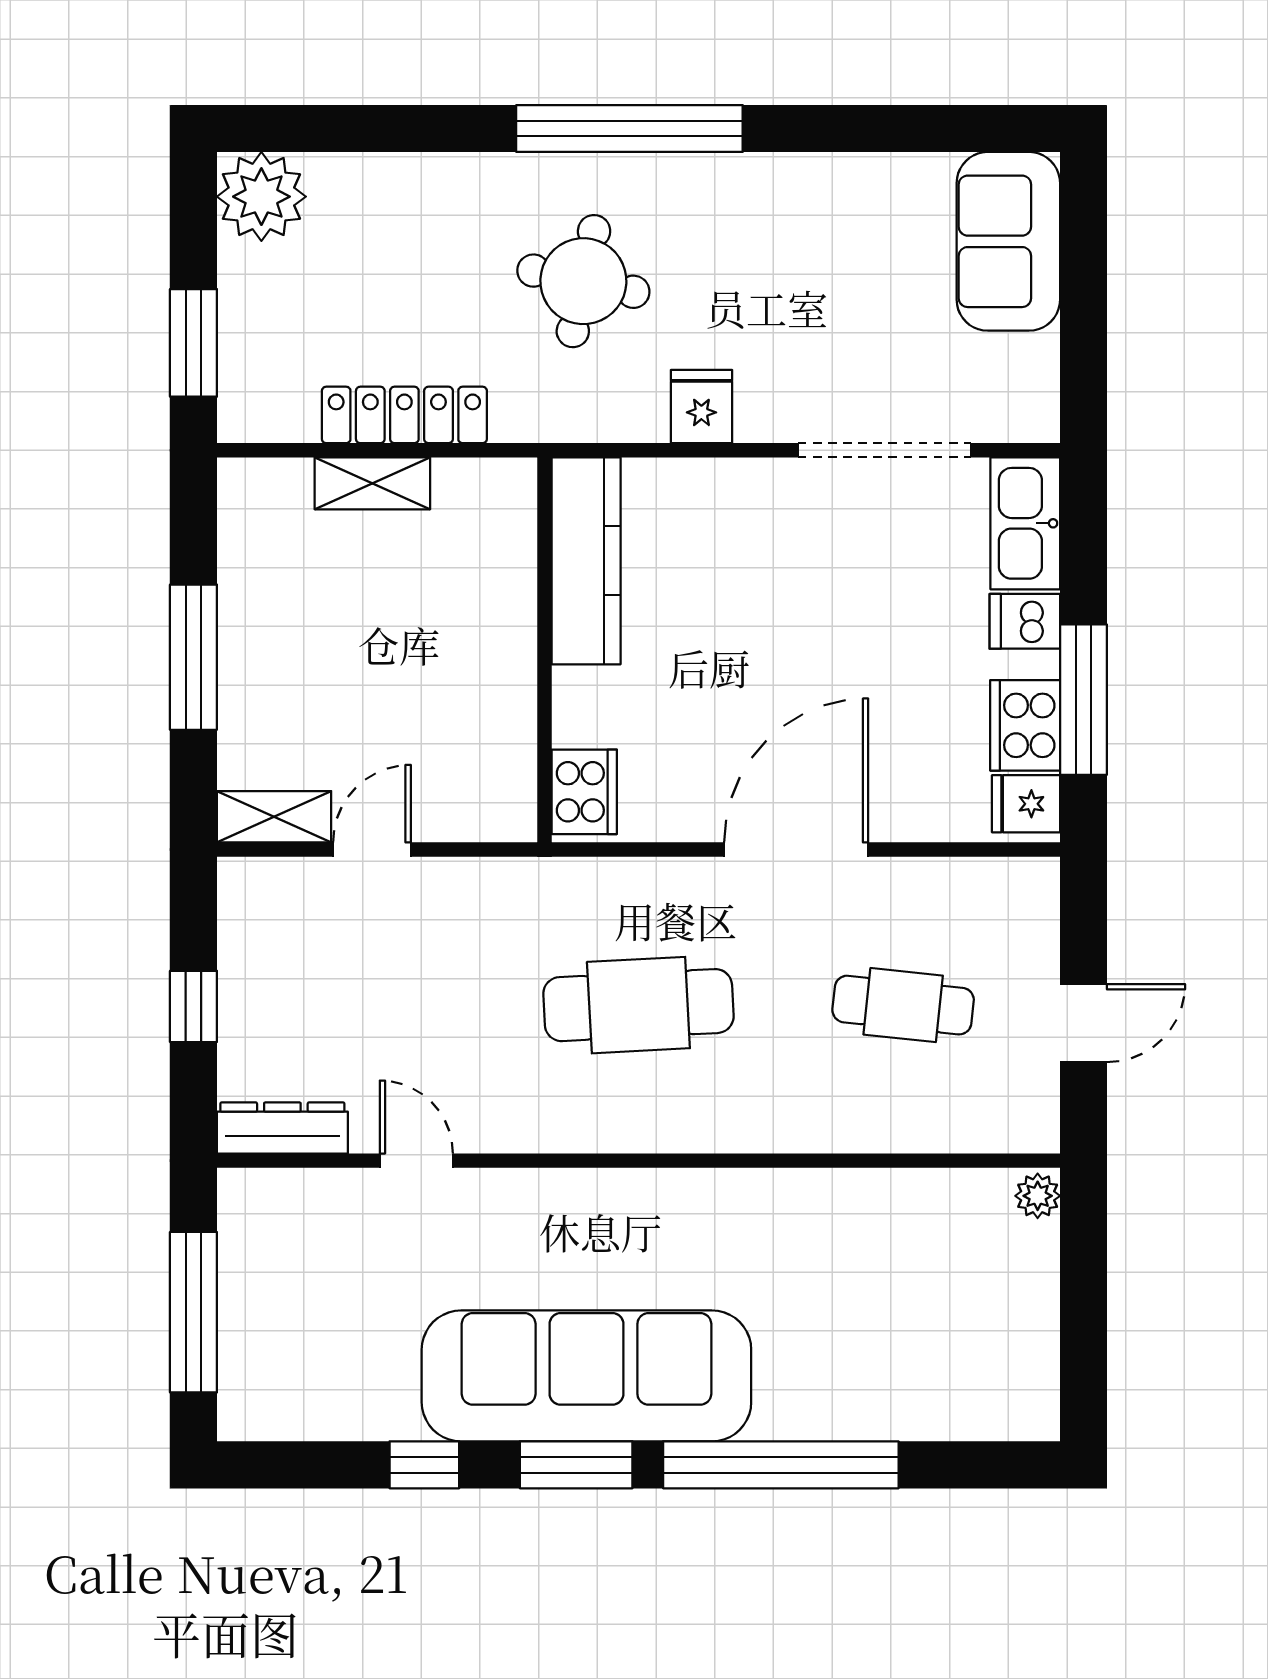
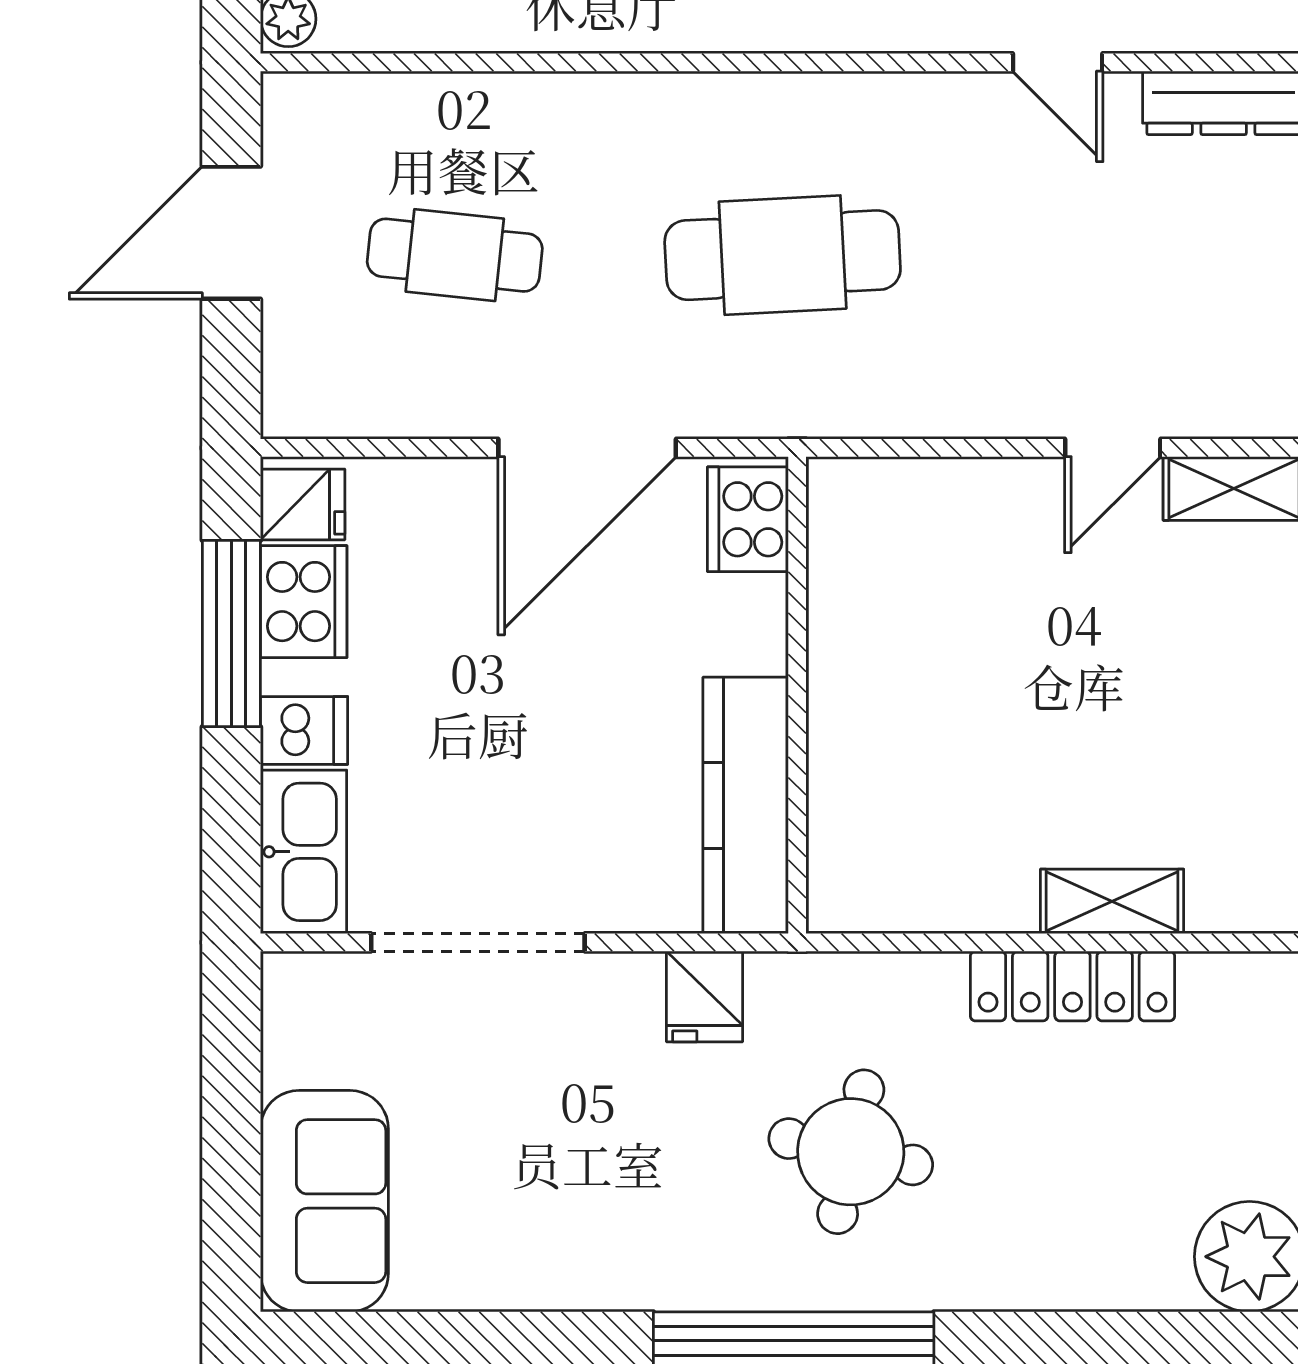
kitchen counter: (586, 561) -> (746, 805), moved
wall: (545, 650) -> (797, 695), moved
cooker: (584, 792) -> (748, 519), moved
door: (1083, 1023) -> (231, 233), width x1.38

